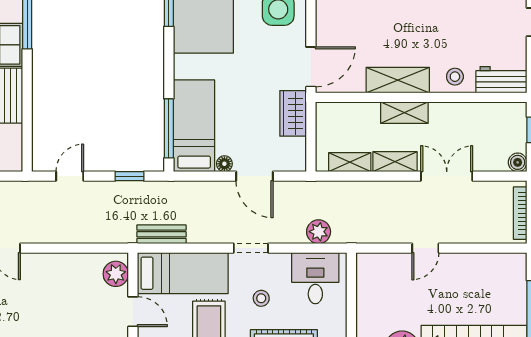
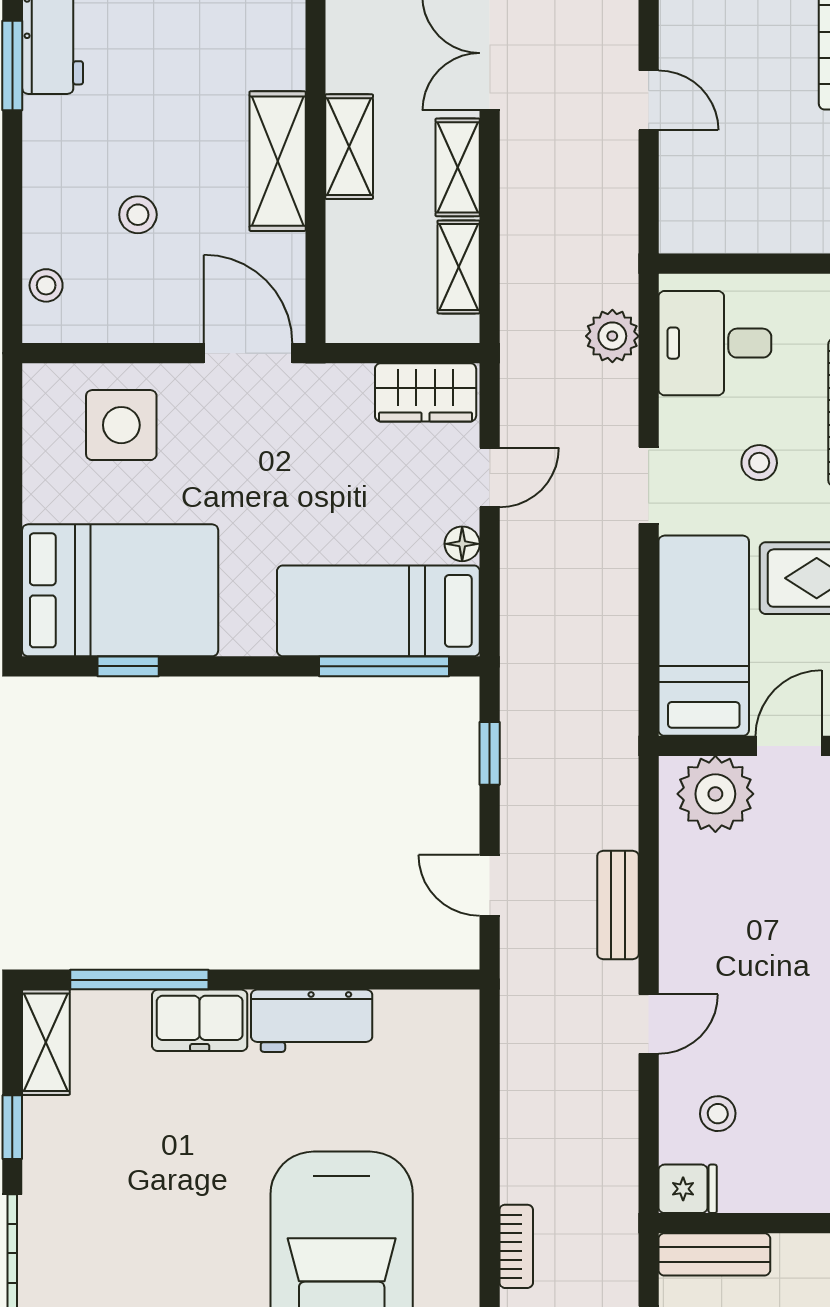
stool: (455, 77) -> (138, 215), moved
wardrobe: (293, 113) -> (426, 392), moved
door: (254, 176) -> (490, 477), width x0.73
bench: (162, 234) -> (618, 905), moved
plant: (116, 274) -> (715, 794), width x1.36, depth x1.36

